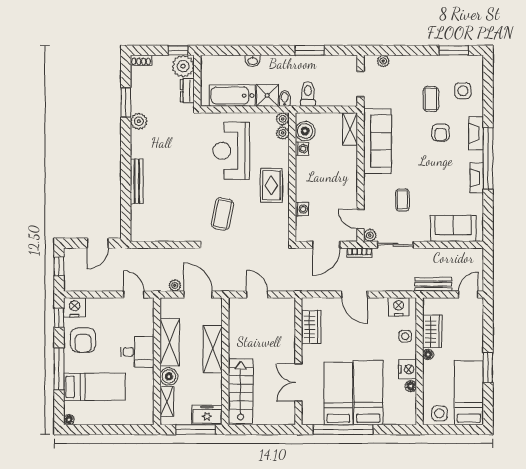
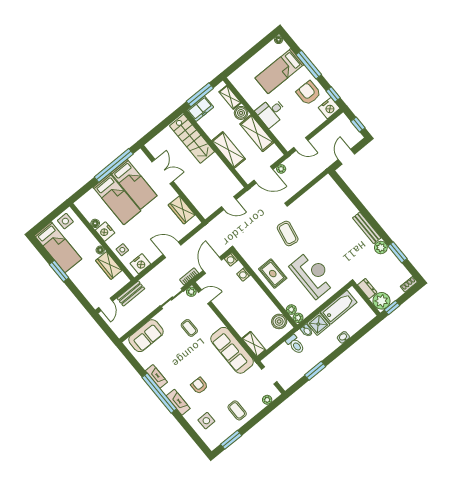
coffee table: (431, 99) -> (237, 410), moved
washing machine: (302, 149) -> (231, 259), moved
bench: (137, 181) -> (367, 228), moved

